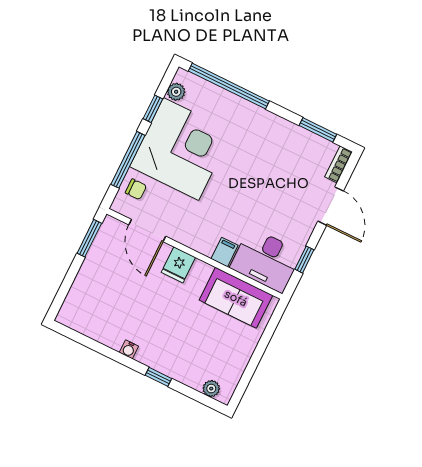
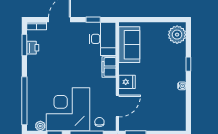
printer: (307, 141) -> (33, 48), added
filing cabinet: (224, 252) -> (109, 67), width x2.00
plant: (211, 389) -> (177, 35), width x1.88, depth x1.88

